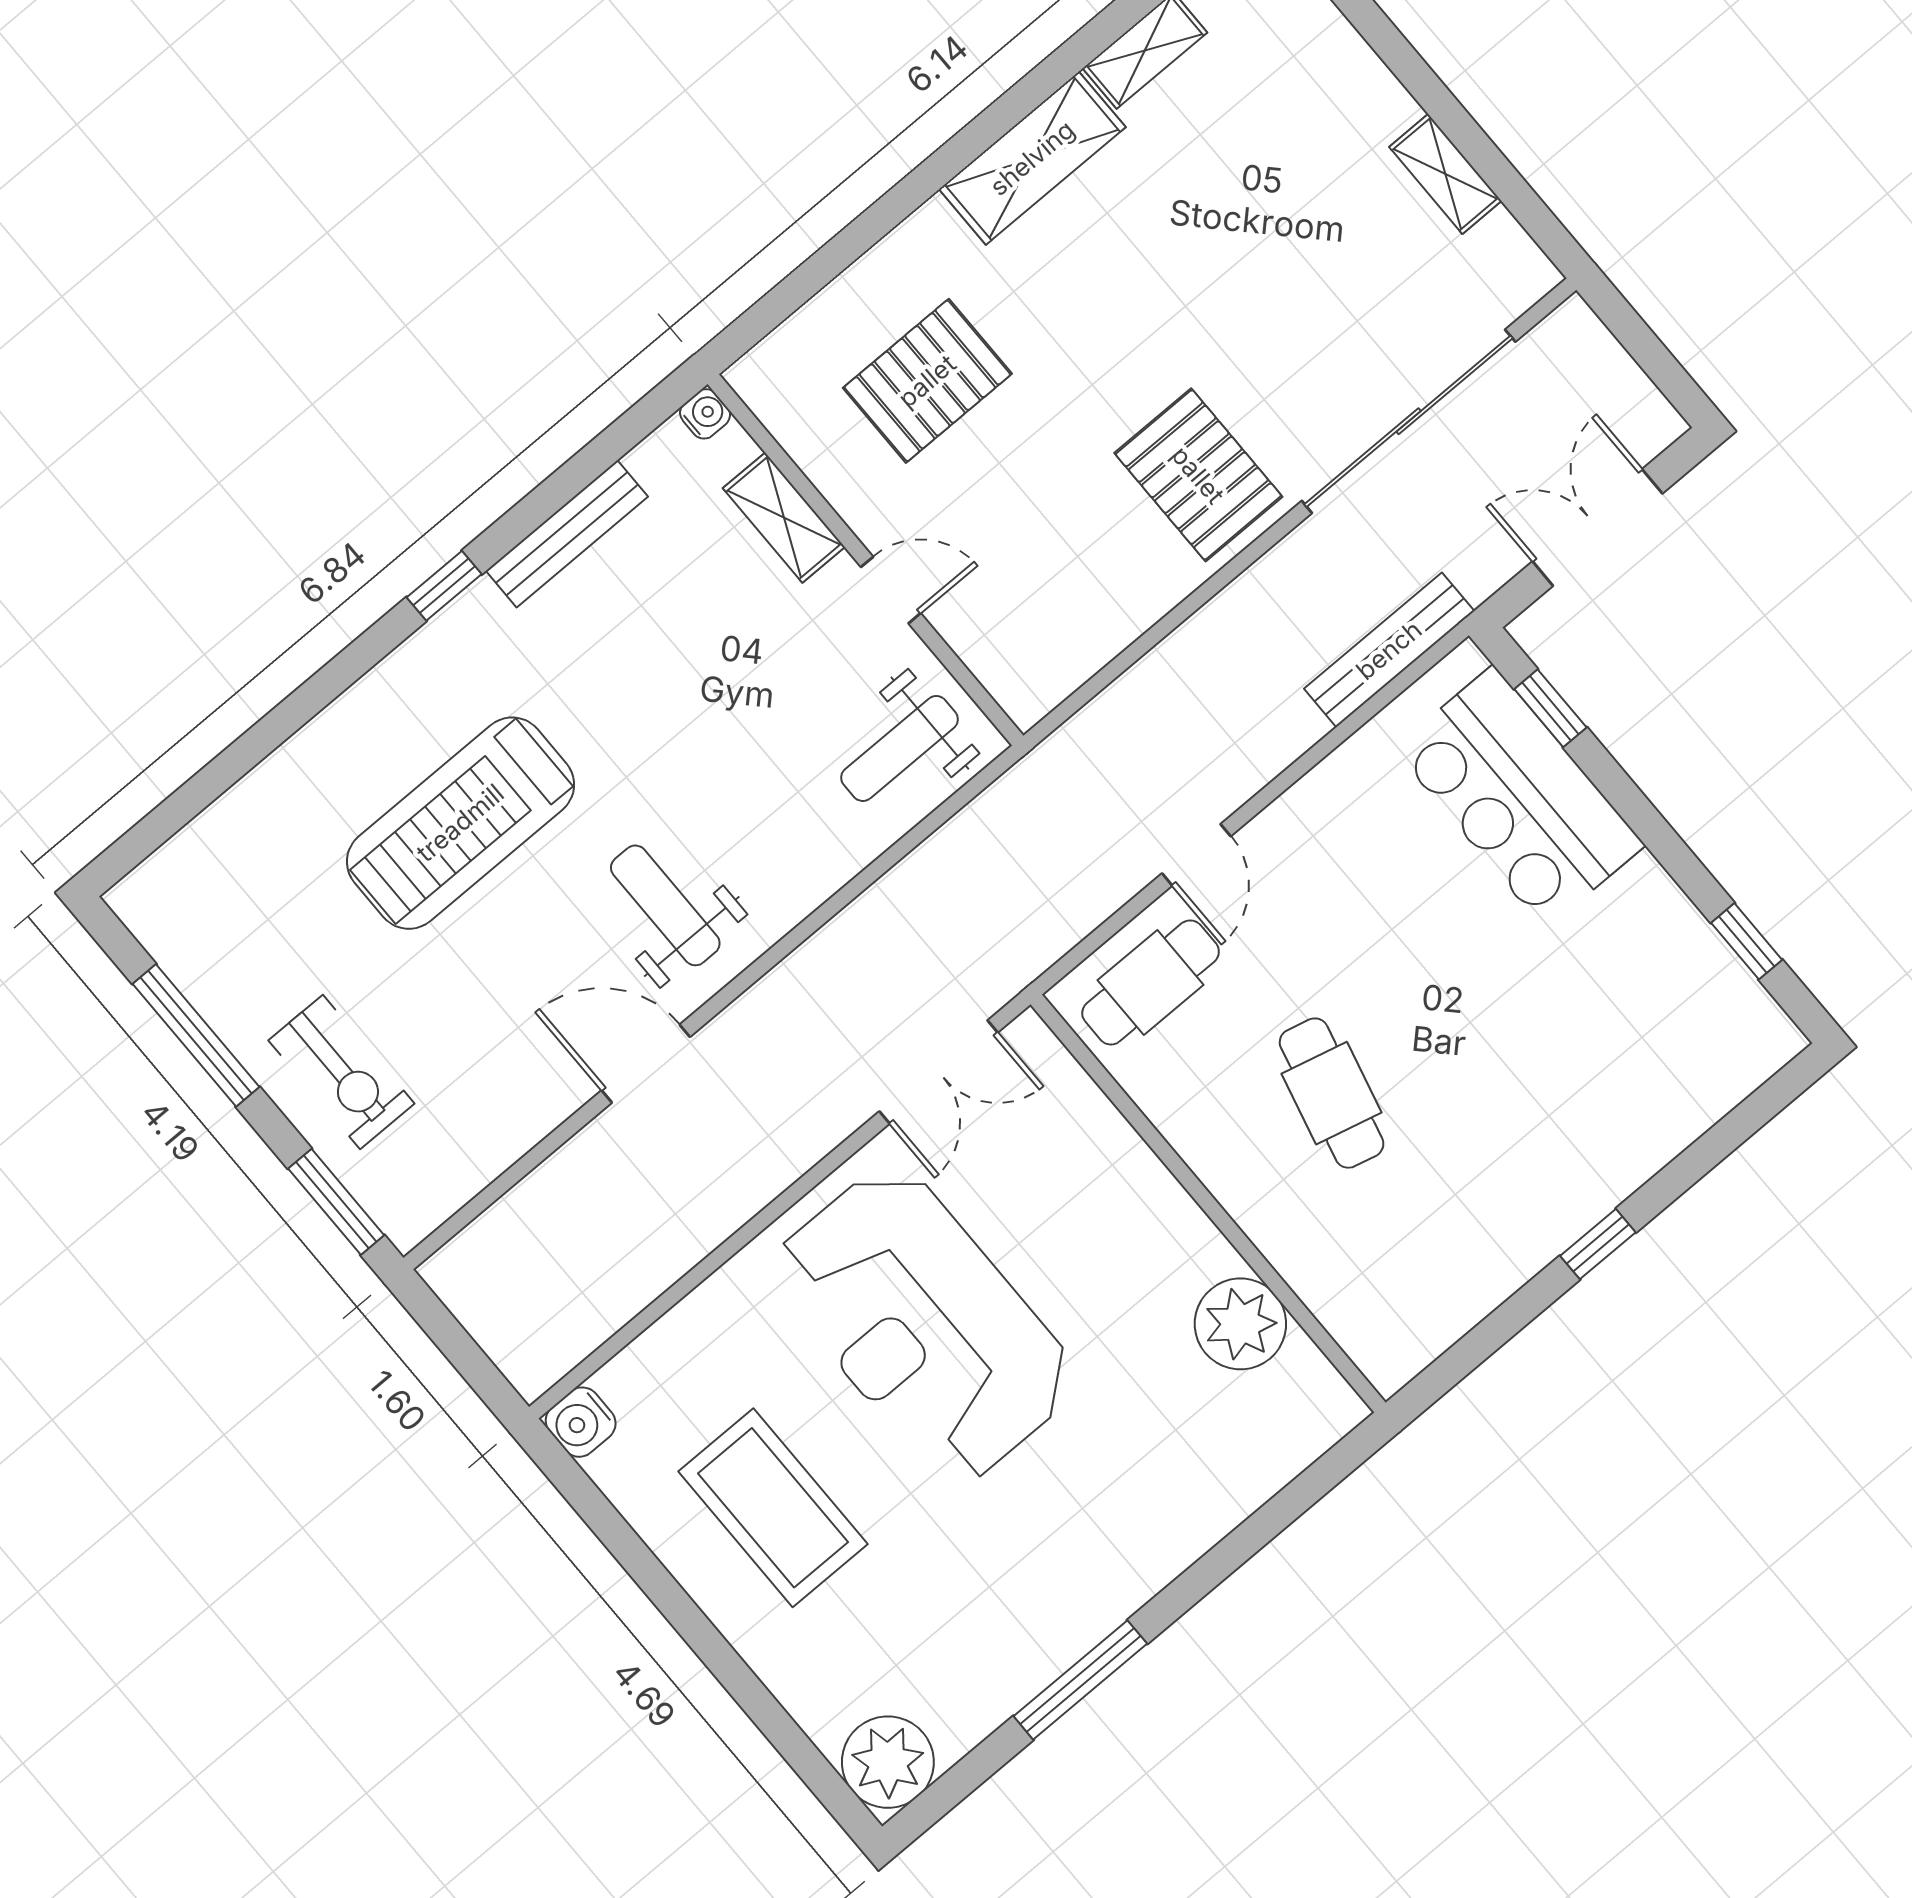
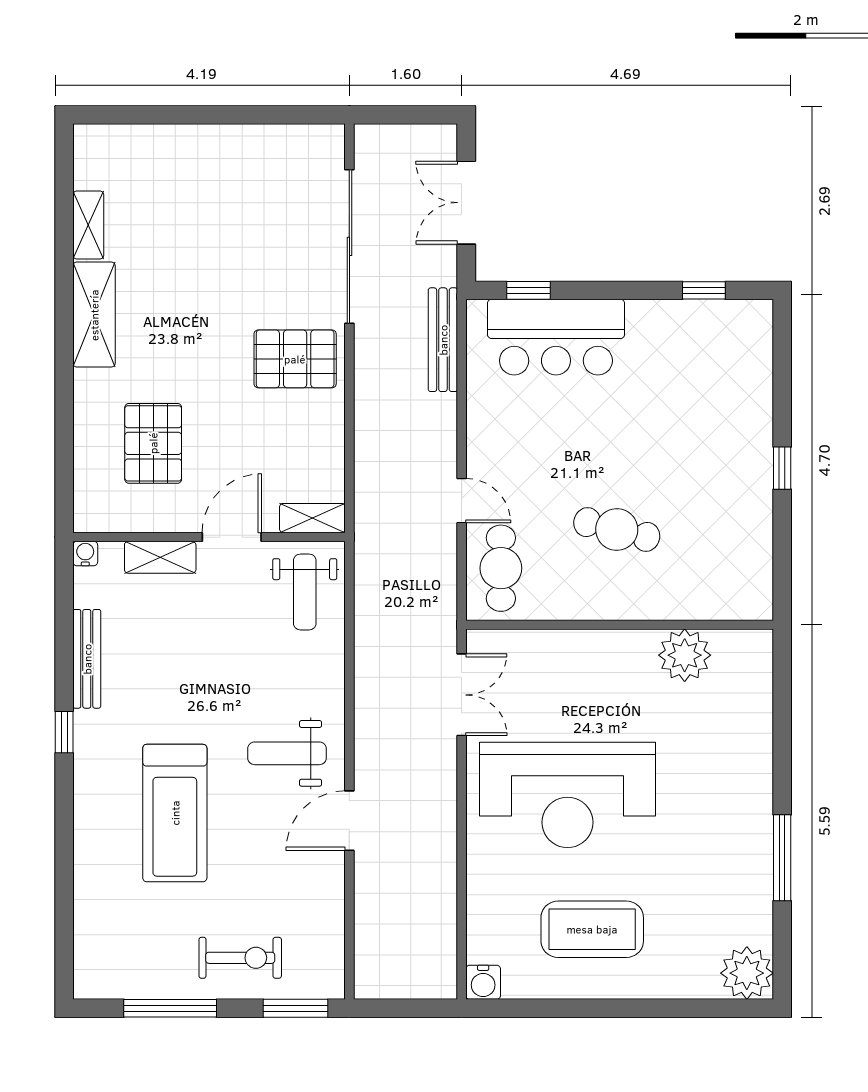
shelving: (1445, 174) -> (312, 518), moved
door: (891, 590) -> (232, 537), width x1.38

